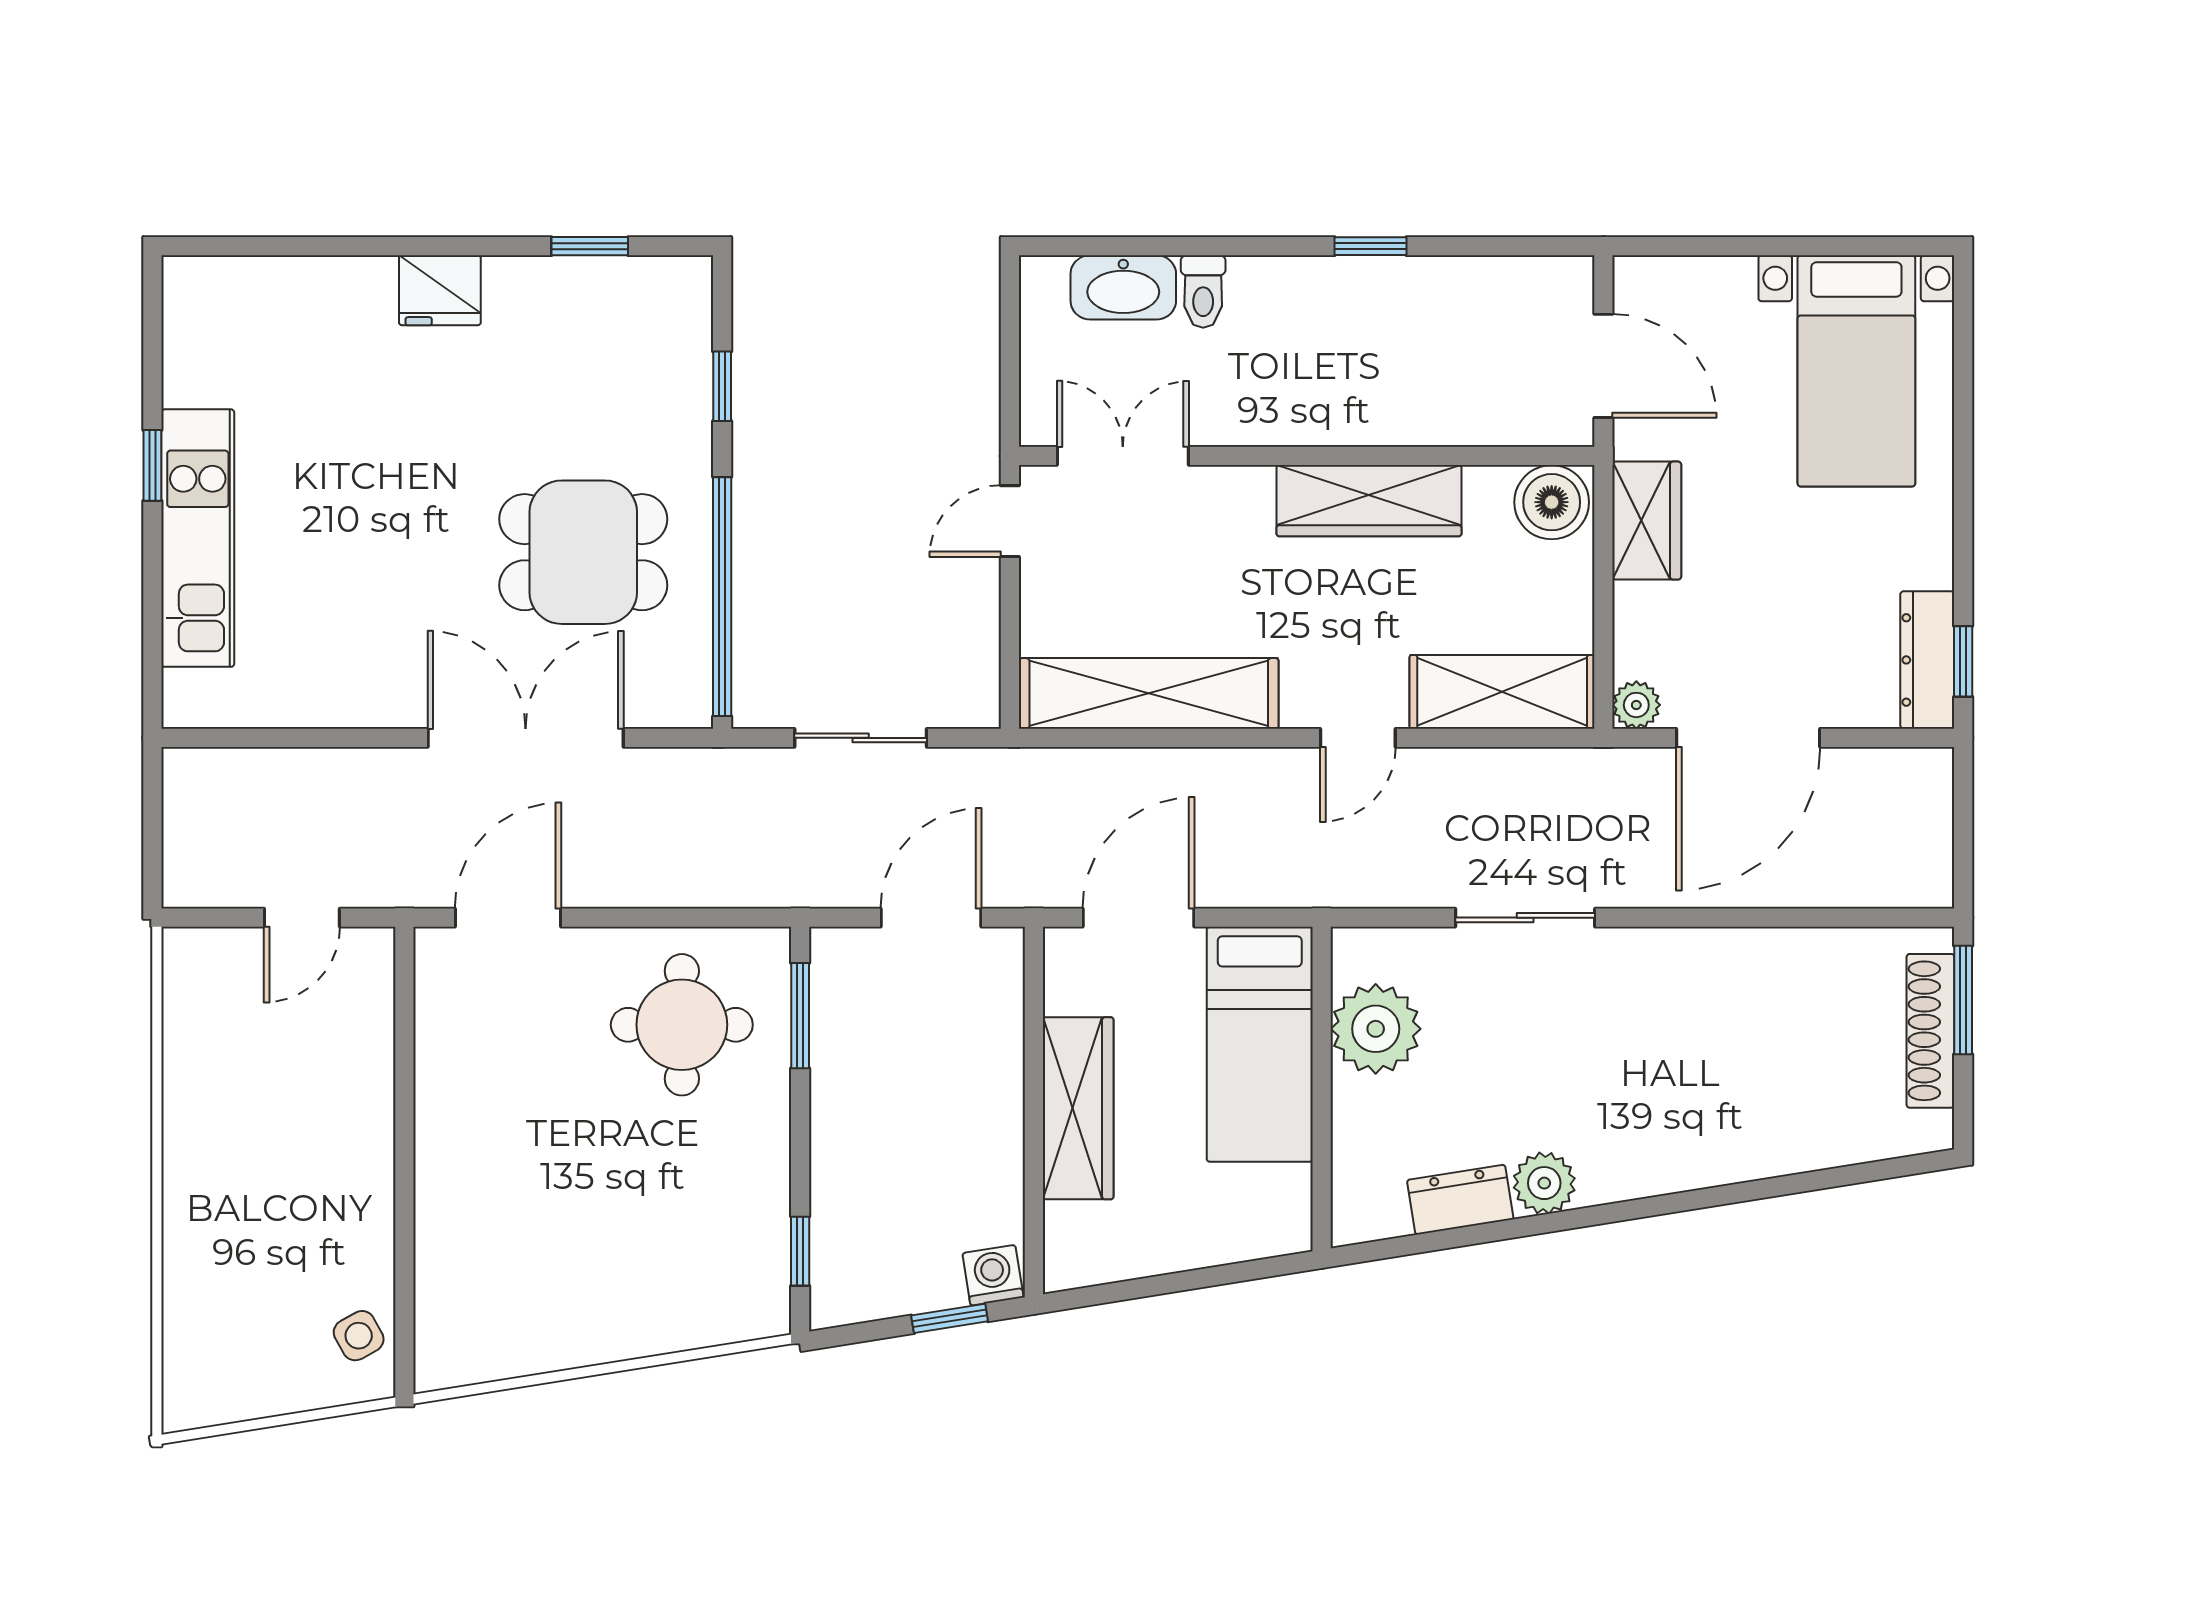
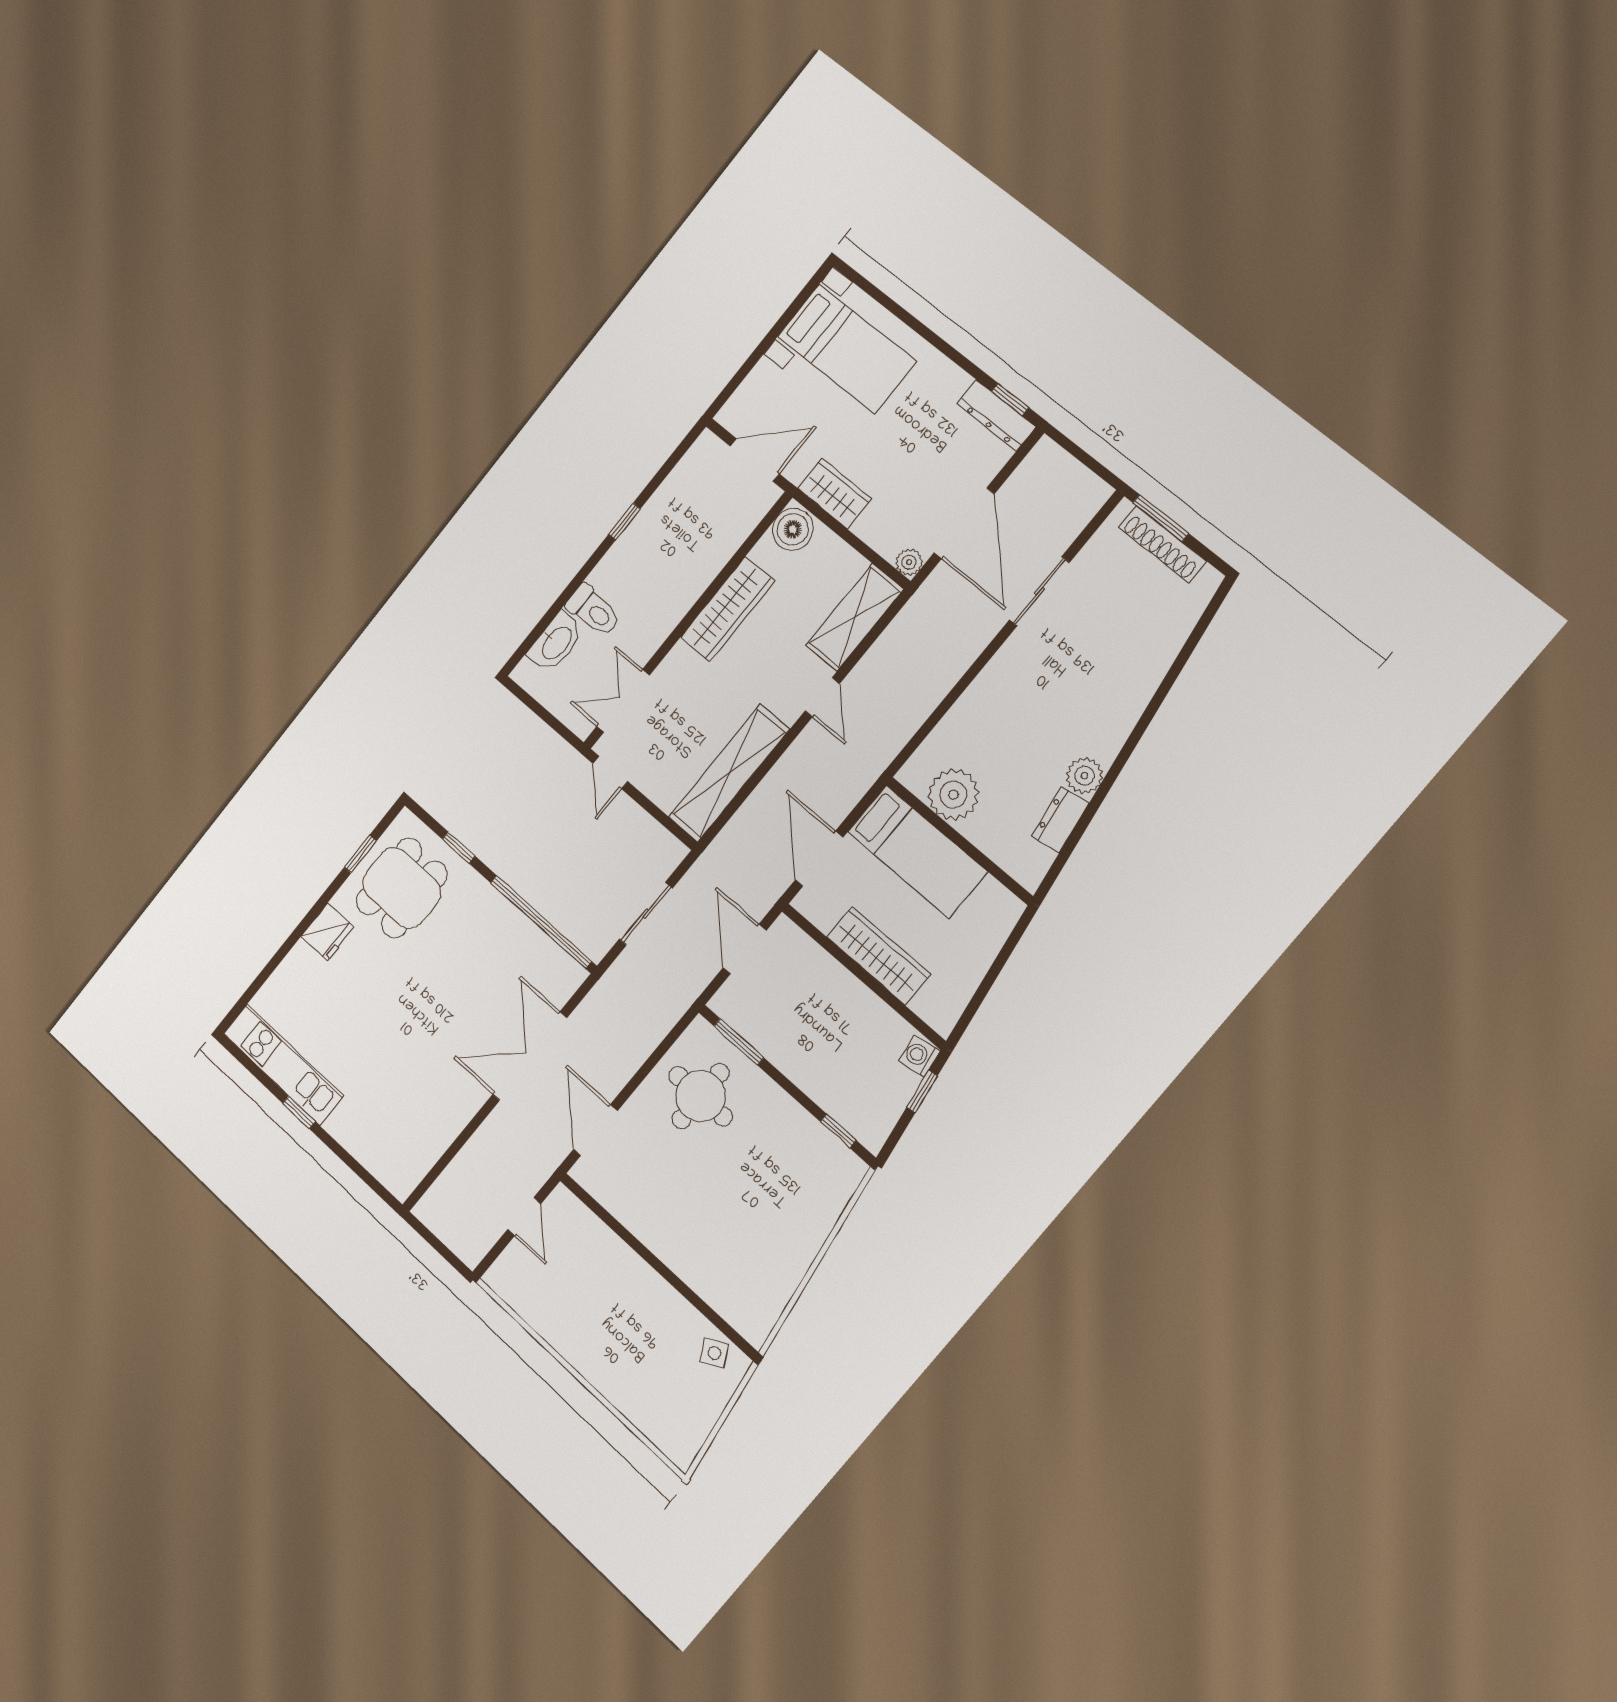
toilet: (1203, 291) -> (593, 611), width x1.37, depth x1.39
kitchen unit: (198, 538) -> (283, 1065), moved
dining table: (583, 552) -> (402, 888), moved
sliding door: (1525, 918) -> (1039, 591), moved

